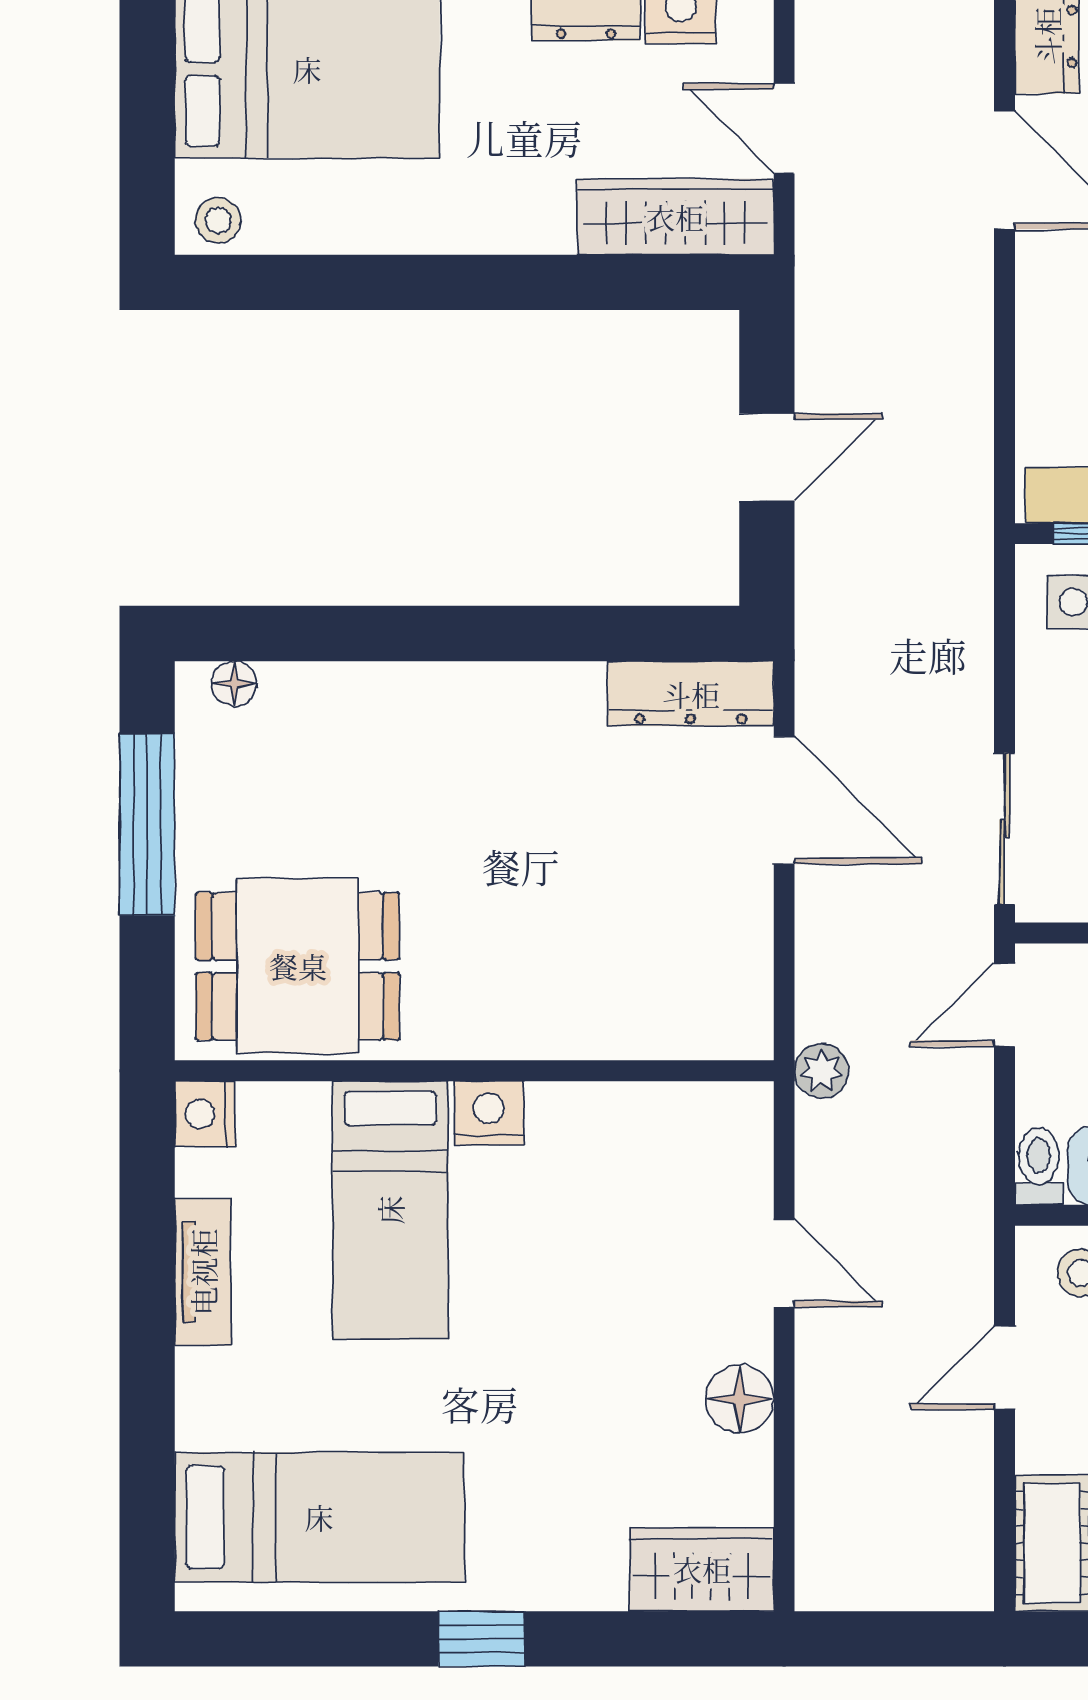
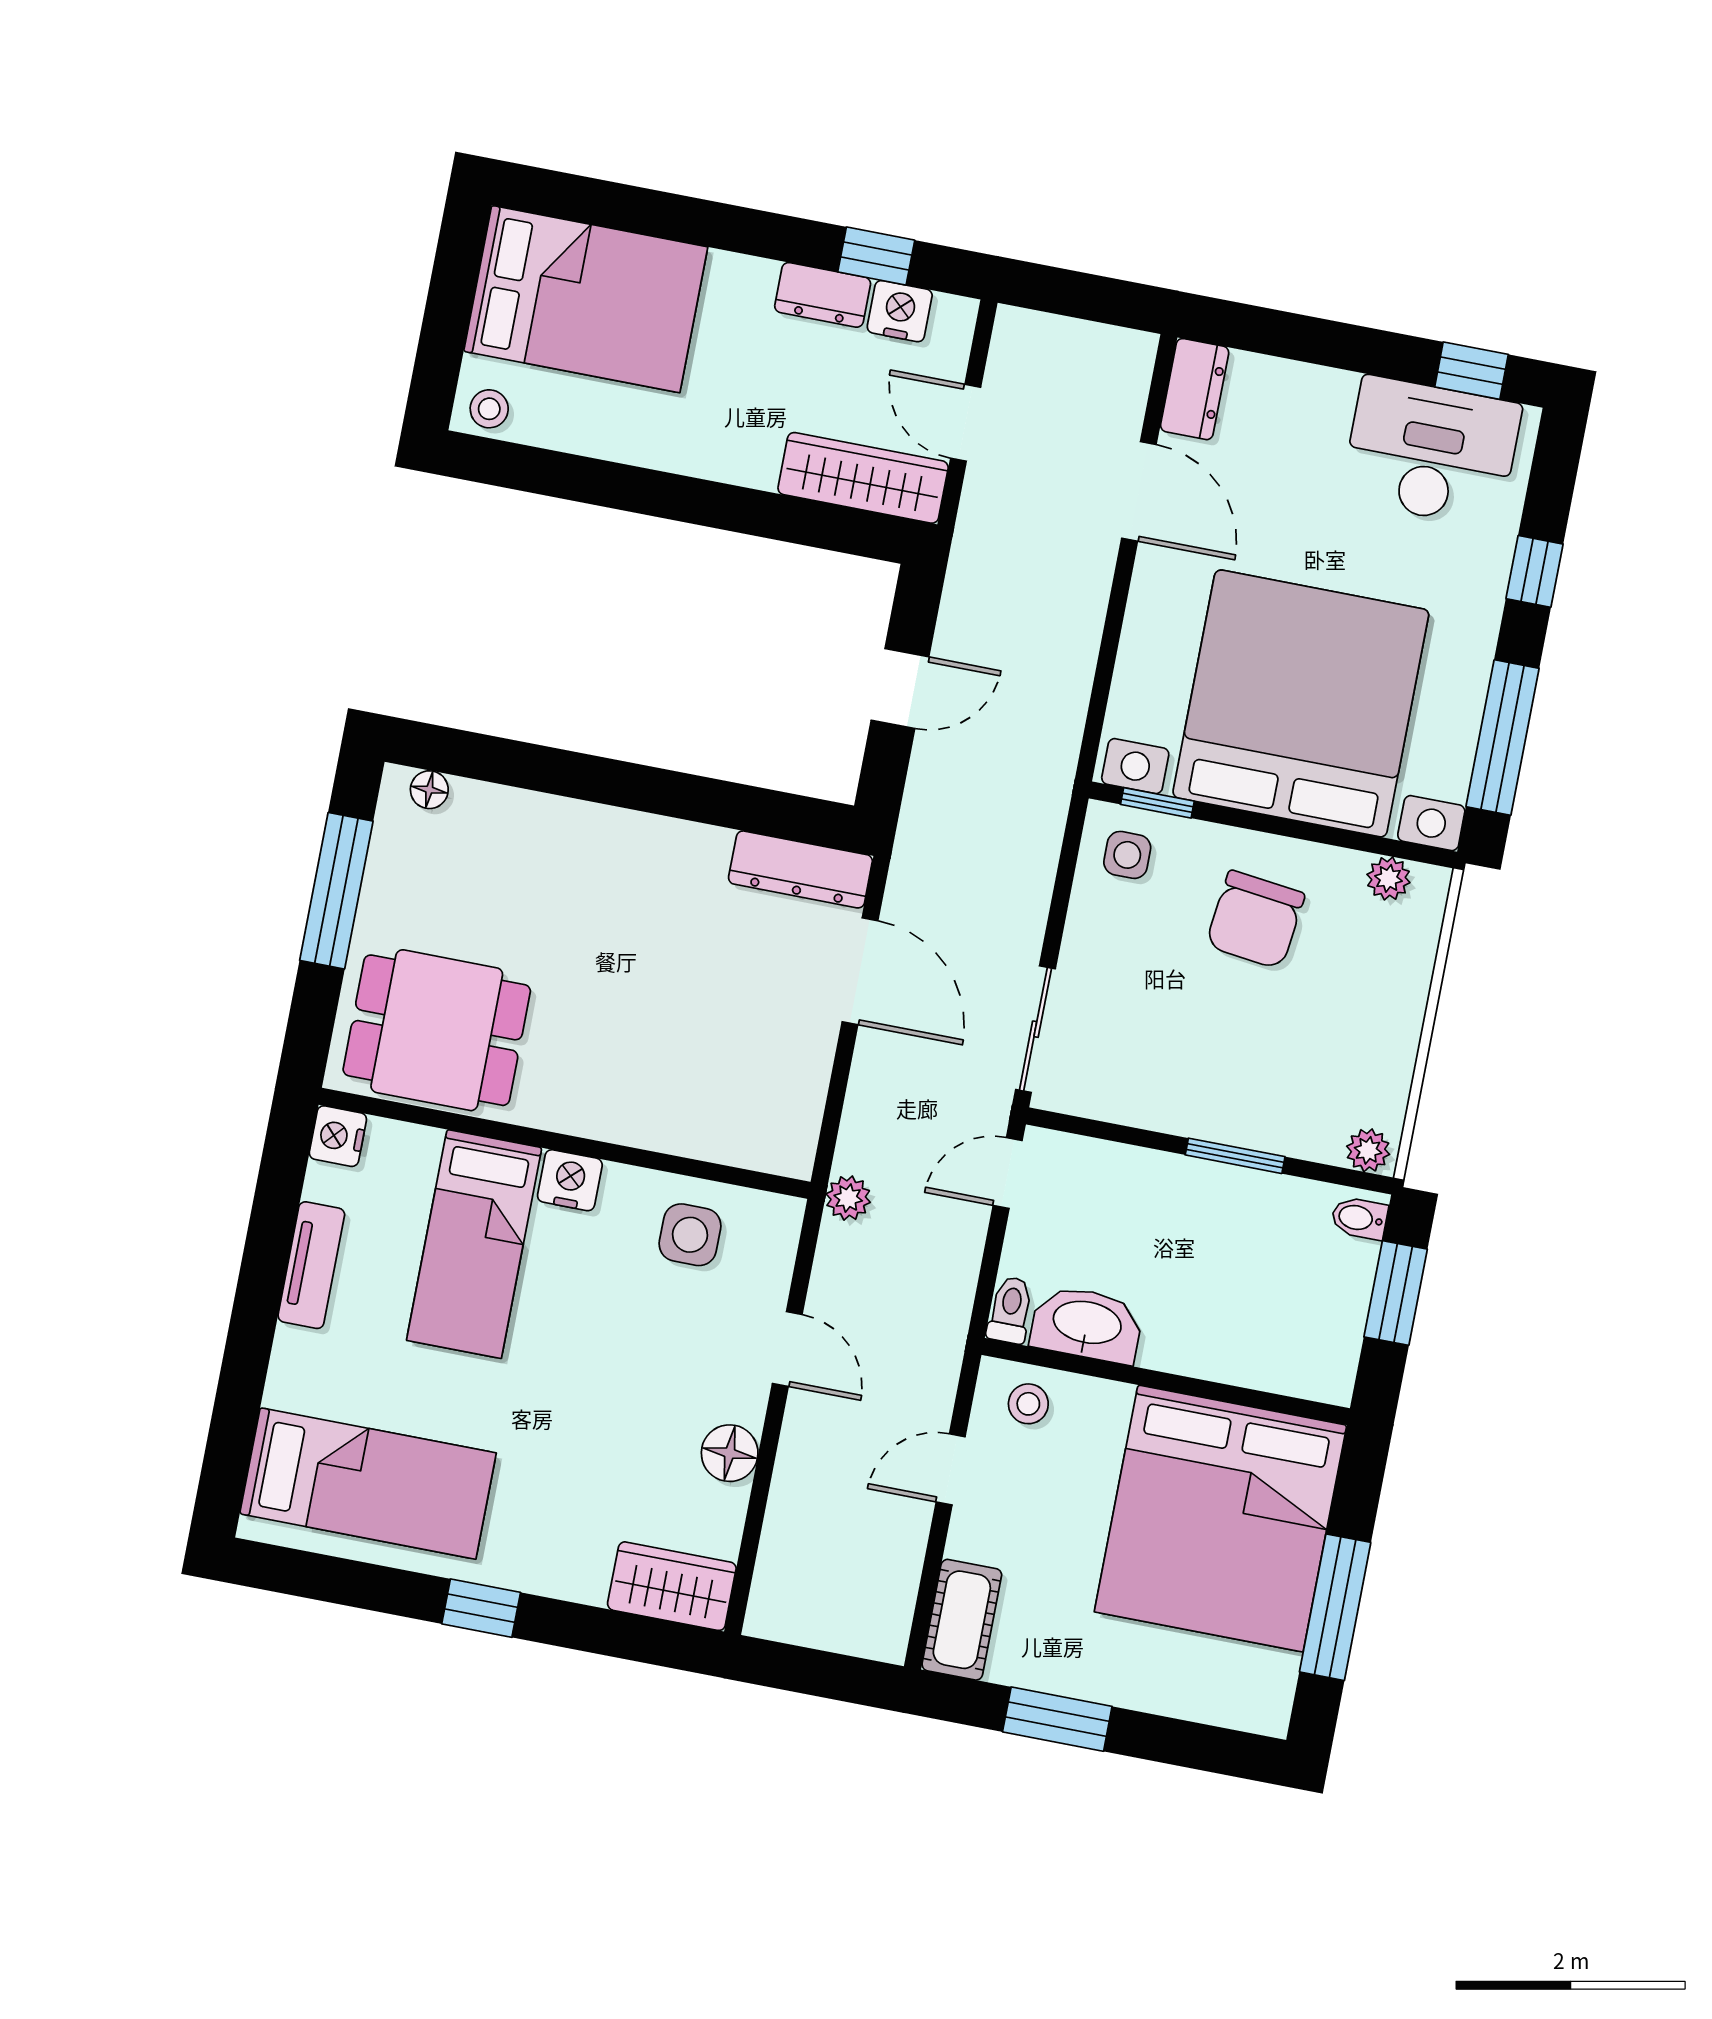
side table: (643, 1150) -> (690, 1235), added

